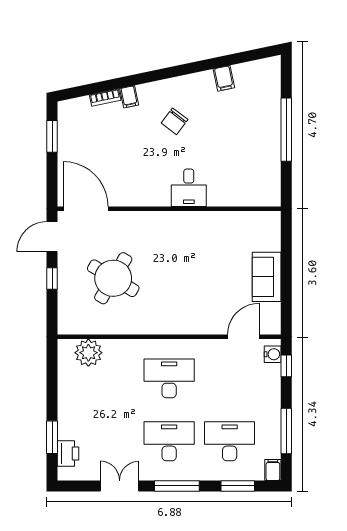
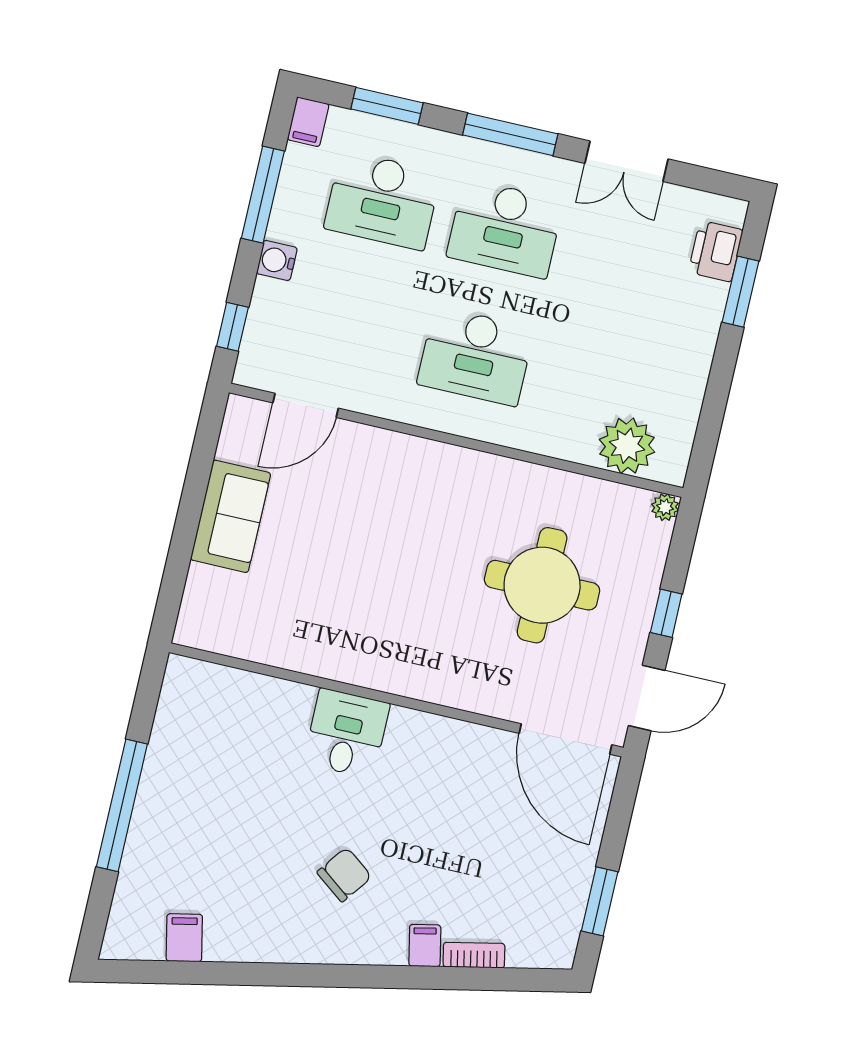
filing cabinet: (224, 78) -> (184, 938), moved
round table: (113, 278) -> (542, 585), turned -31
plant: (64, 328) -> (665, 507), added
water cooler: (273, 354) -> (277, 260), moved

